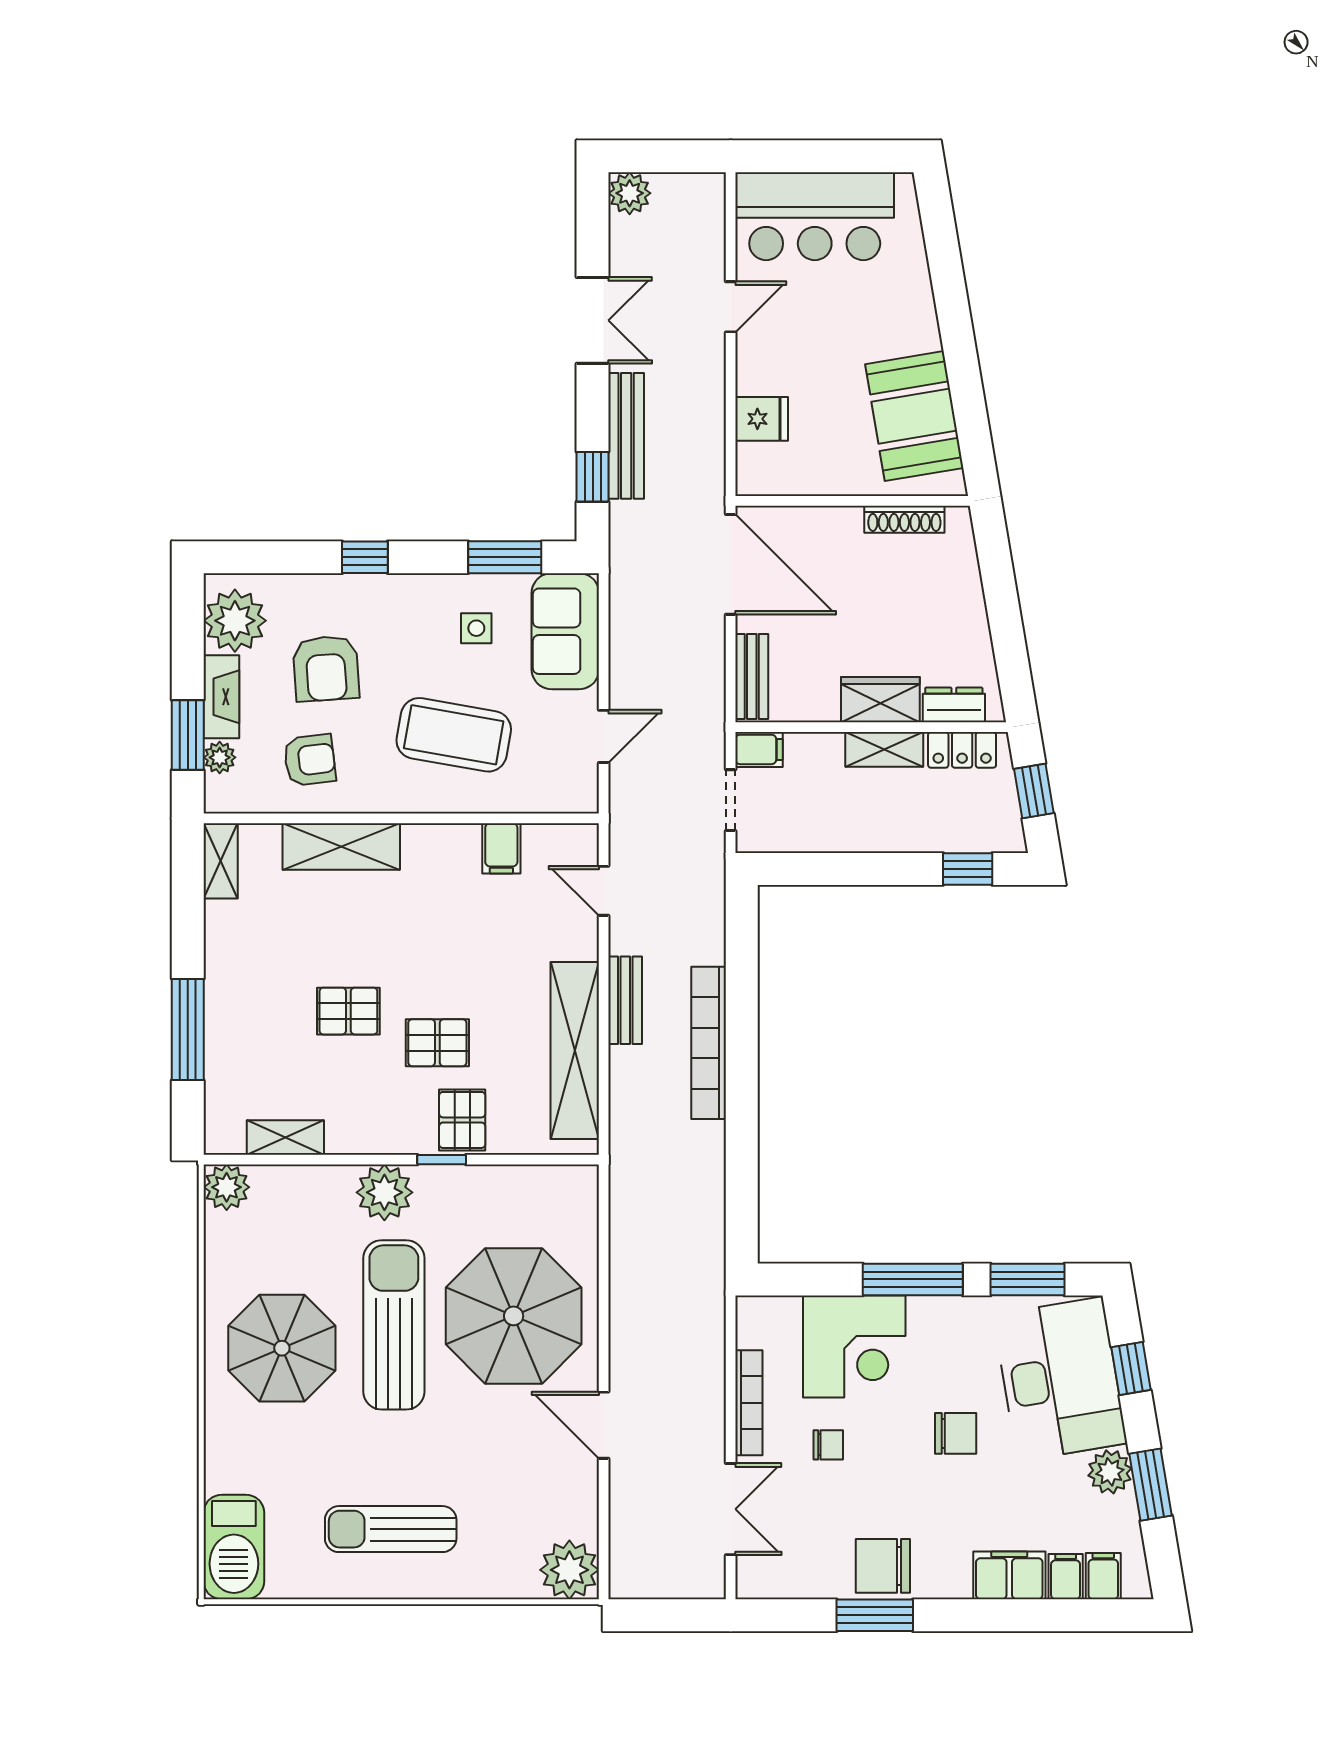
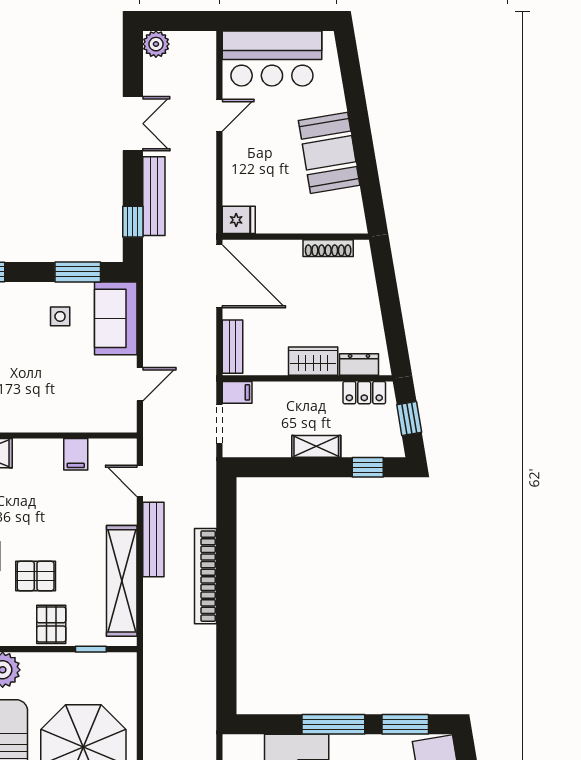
booth: (914, 416) -> (329, 153), moved
fridge: (762, 419) -> (239, 220), moved
coffee table: (454, 735) -> (46, 383), removed
shelving: (884, 749) -> (316, 446), moved
bench: (625, 1000) -> (153, 539), width x1.36
window: (442, 1160) -> (91, 649), moved

